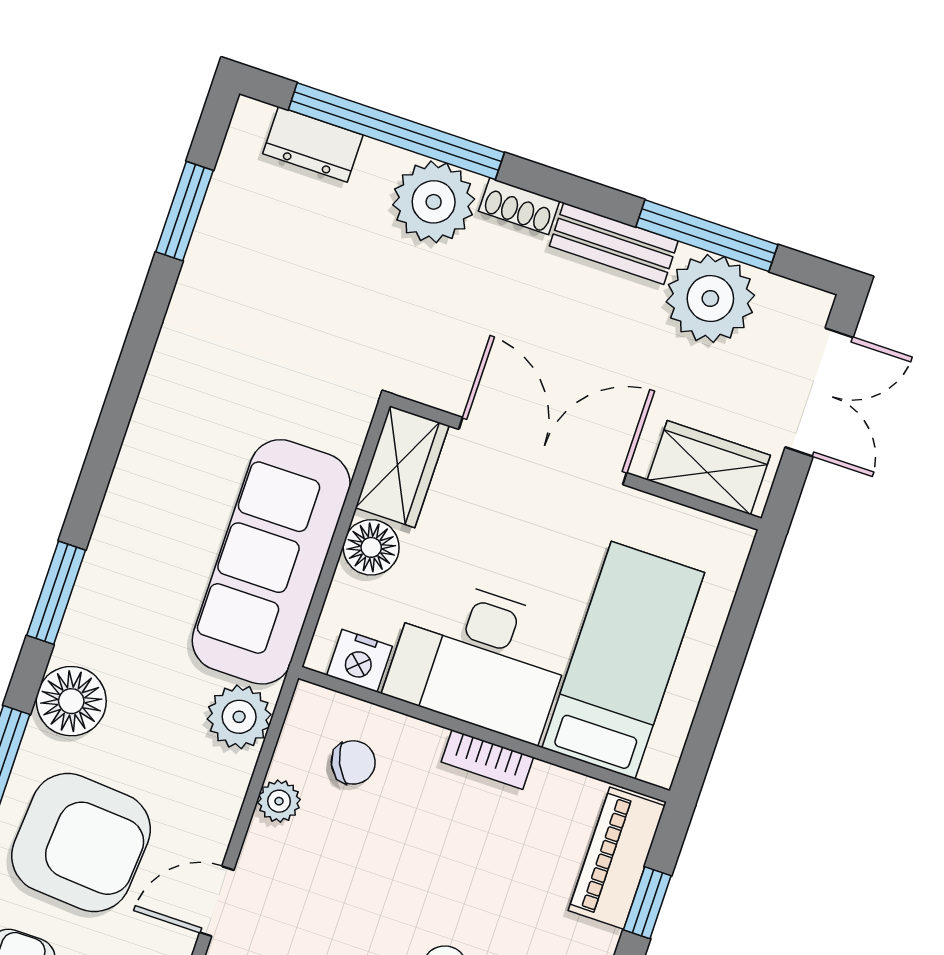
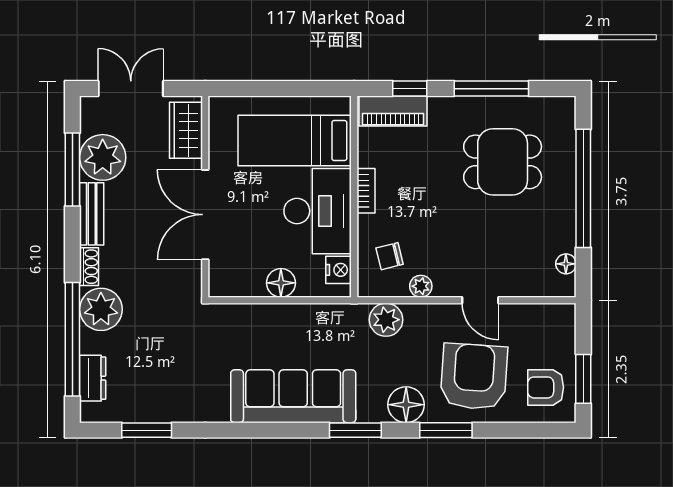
wardrobe: (402, 467) -> (236, 281), removed
sofa: (271, 562) -> (293, 396), moved, turned 180
chair: (353, 762) -> (390, 256), turned -79

